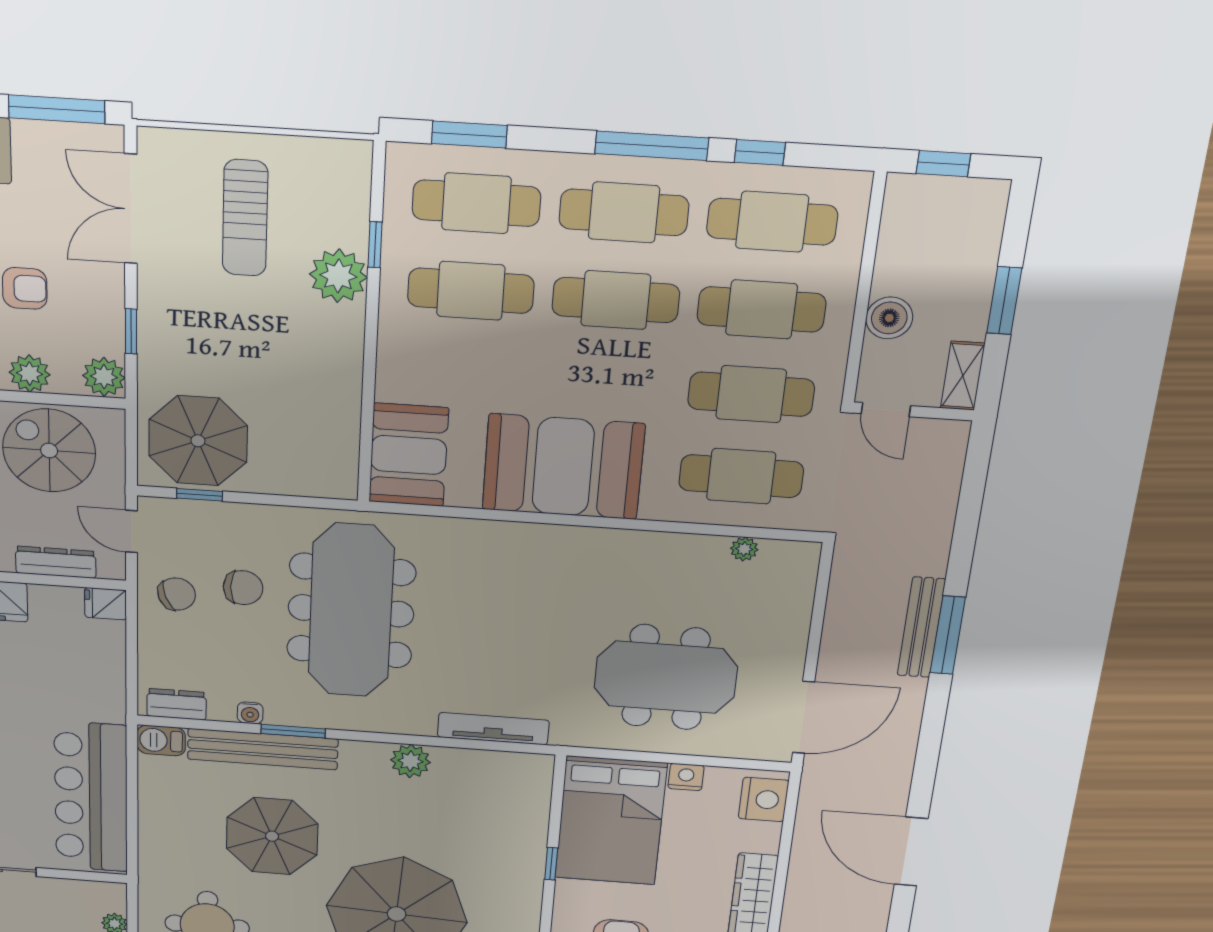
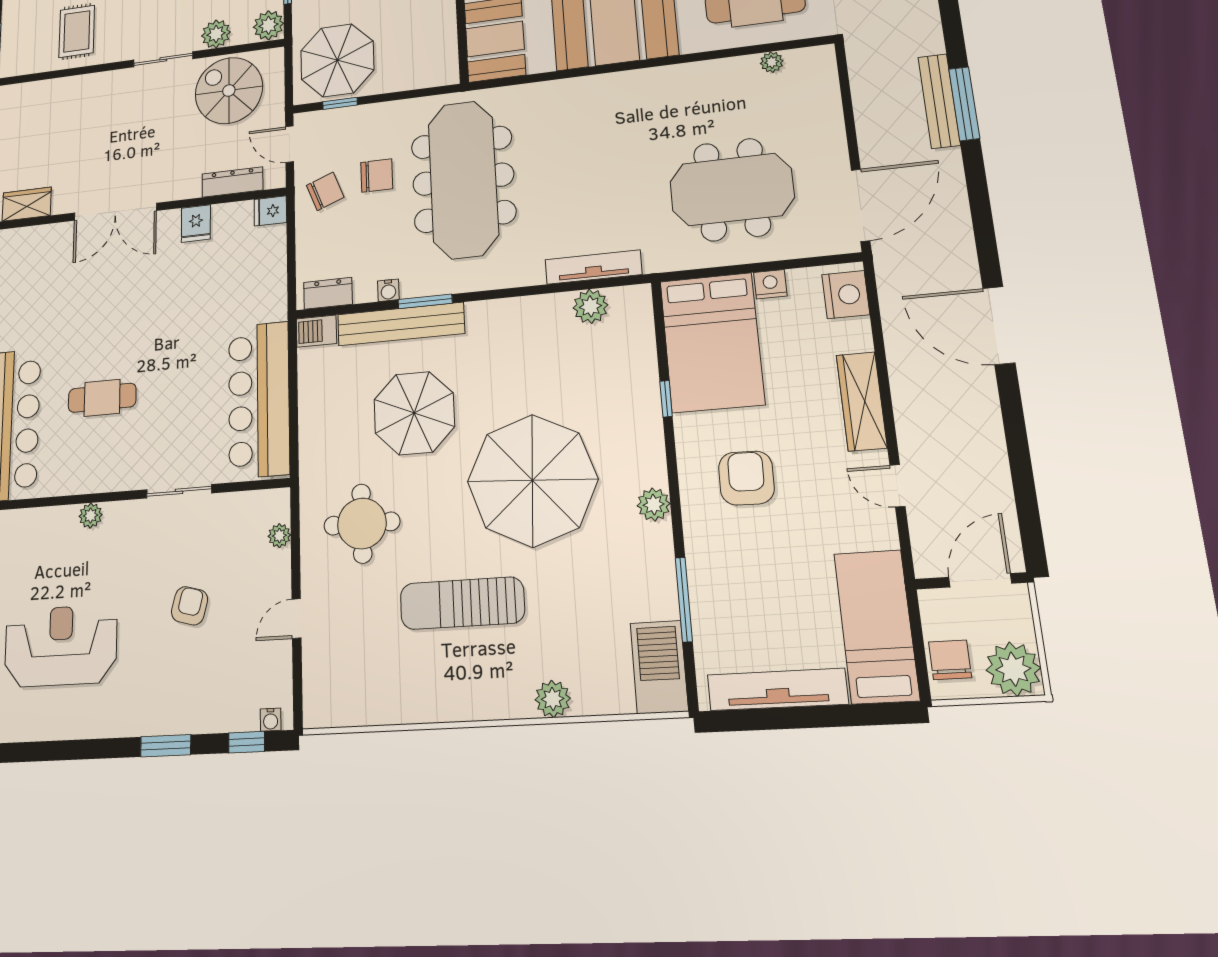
plant: (410, 761) -> (590, 306), moved

